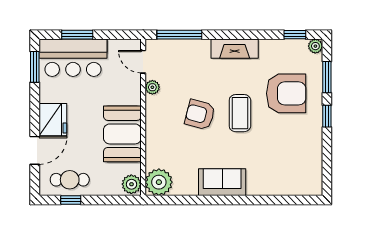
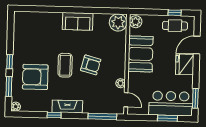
window: (295, 35) -> (54, 115), moved

